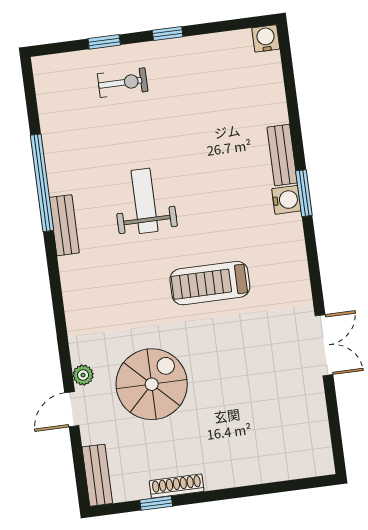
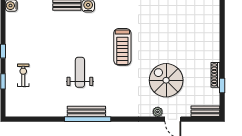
window: (42, 183) -> (88, 119), moved
weight bench: (145, 201) -> (80, 72), turned 90
bench: (64, 225) -> (86, 111), width x1.36

